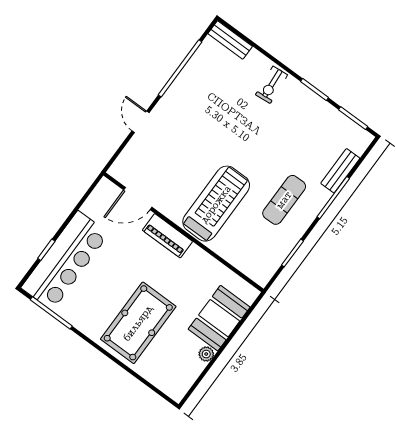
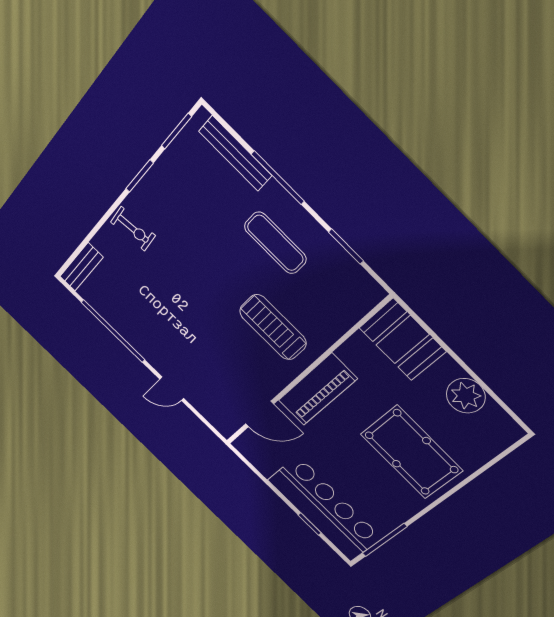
bench: (340, 171) -> (235, 153), width x1.36
door: (138, 199) -> (259, 414), hinge flipped
treadmill: (216, 204) -> (273, 327), width x0.73, depth x0.73
piano: (167, 236) -> (317, 390), width x1.37, depth x1.33
booth: (219, 318) -> (402, 340), moved
plant: (206, 354) -> (466, 396), width x1.88, depth x1.88

